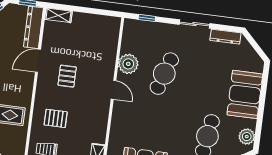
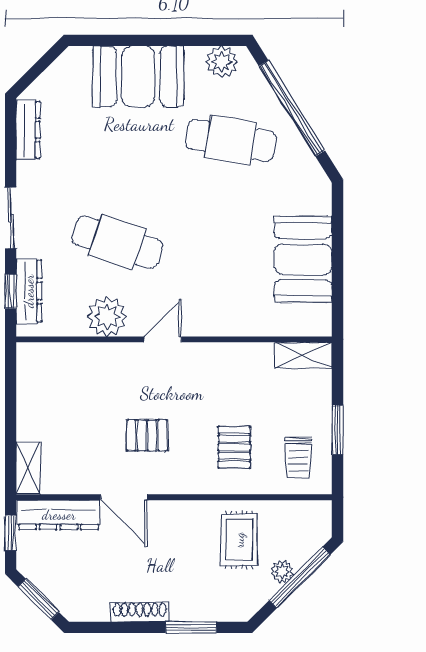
sliding door: (195, 24) -> (11, 218), moved
dresser: (146, 27) -> (29, 291), added

